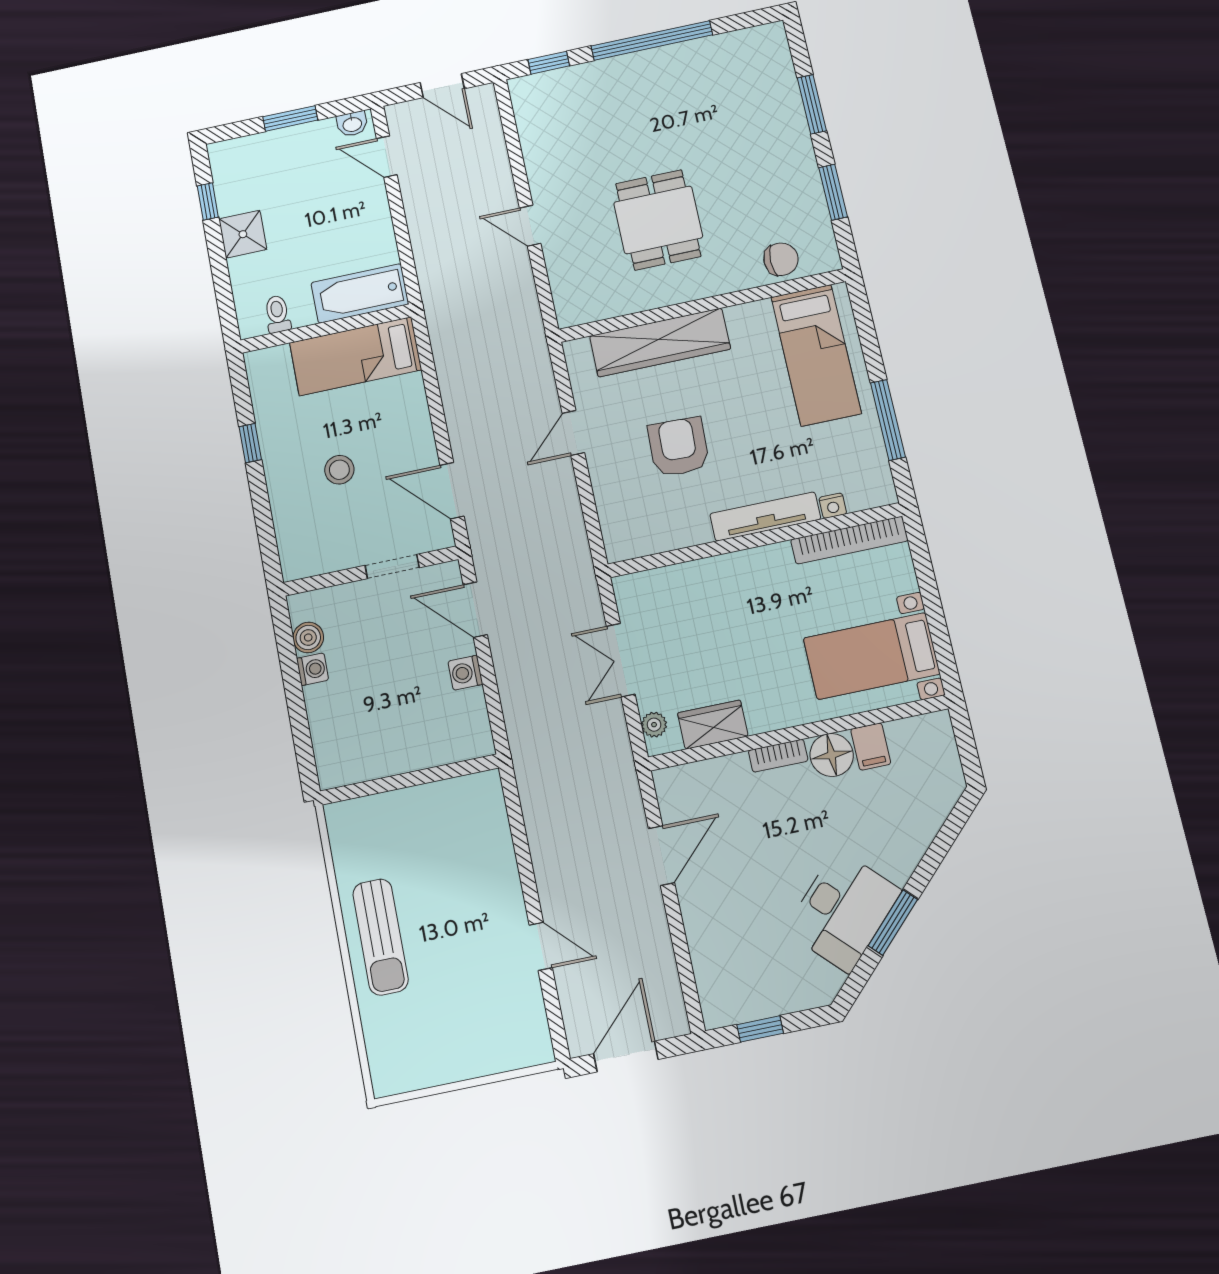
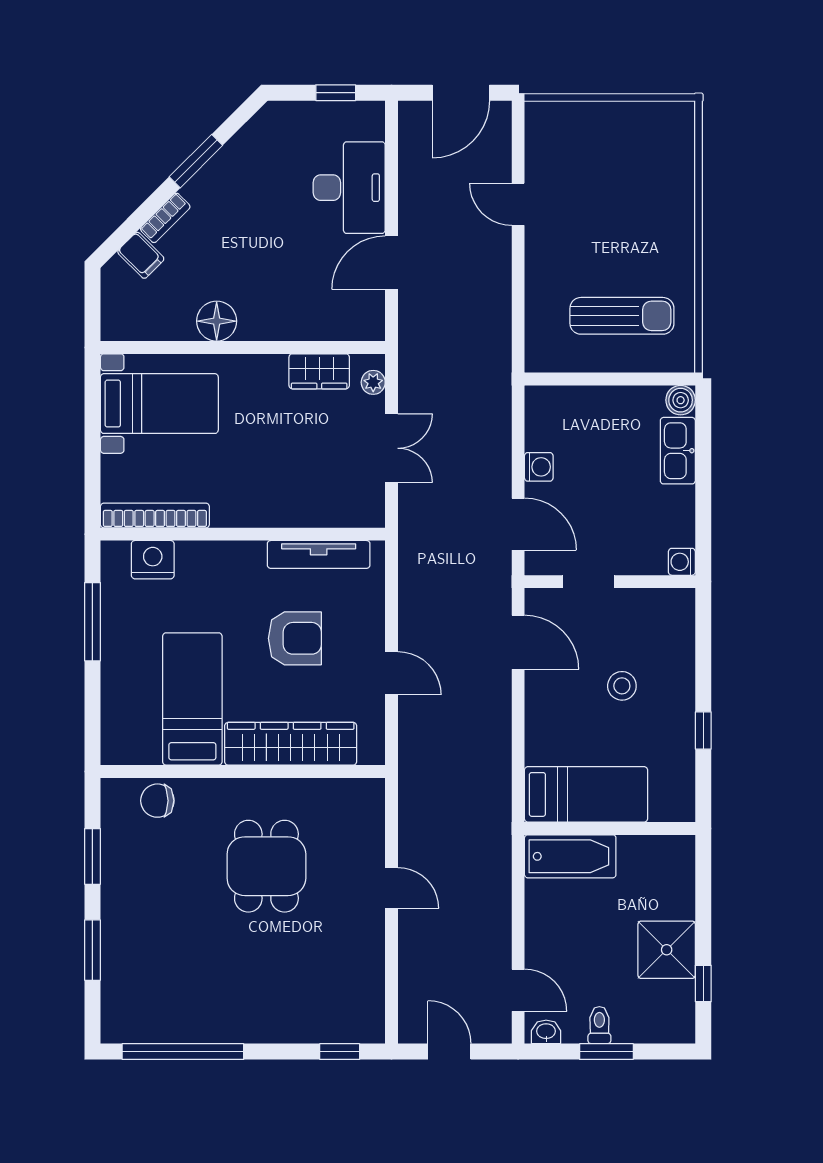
window: (652, 40) -> (183, 1052), moved
shower: (243, 234) -> (667, 950), width x1.36, depth x1.36
toilet: (278, 314) -> (599, 1025), moved, turned 180
bed: (816, 355) -> (192, 699), moved
door: (573, 433) -> (392, 673), hinge flipped
armchair: (678, 447) -> (295, 638), turned -92
nightstand: (833, 506) -> (153, 560), width x1.89, depth x1.79
tv unit: (765, 517) -> (319, 554), moved
boiler: (308, 637) -> (681, 400), moved
washing machine: (313, 669) -> (682, 562), moved
kitchen sink: (326, 719) -> (678, 451), added
filing cabinet: (871, 747) -> (141, 255), moved, turned 135
bookcase: (778, 756) -> (165, 218), moved, turned 135
desk: (843, 910) -> (349, 188), moved, turned 135
sun lounger: (381, 937) -> (622, 316), moved, turned 90

